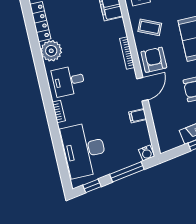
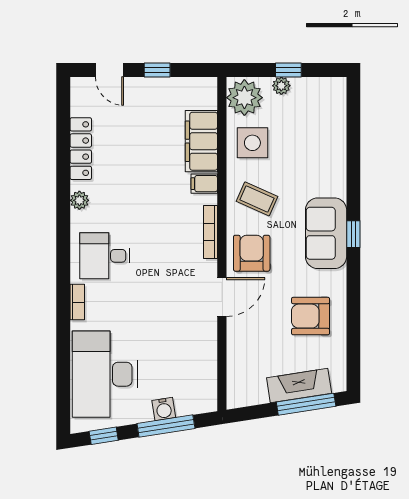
plant: (51, 51) -> (79, 200), width x0.53, depth x0.53
filing cabinet: (138, 116) -> (204, 184), moved
water cooler: (147, 153) -> (164, 409), moved

